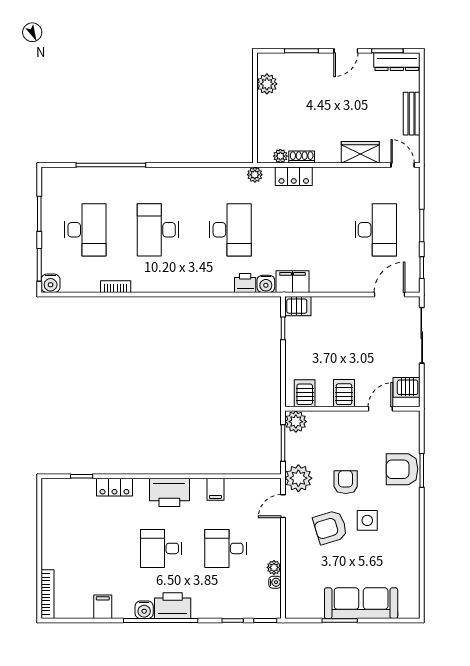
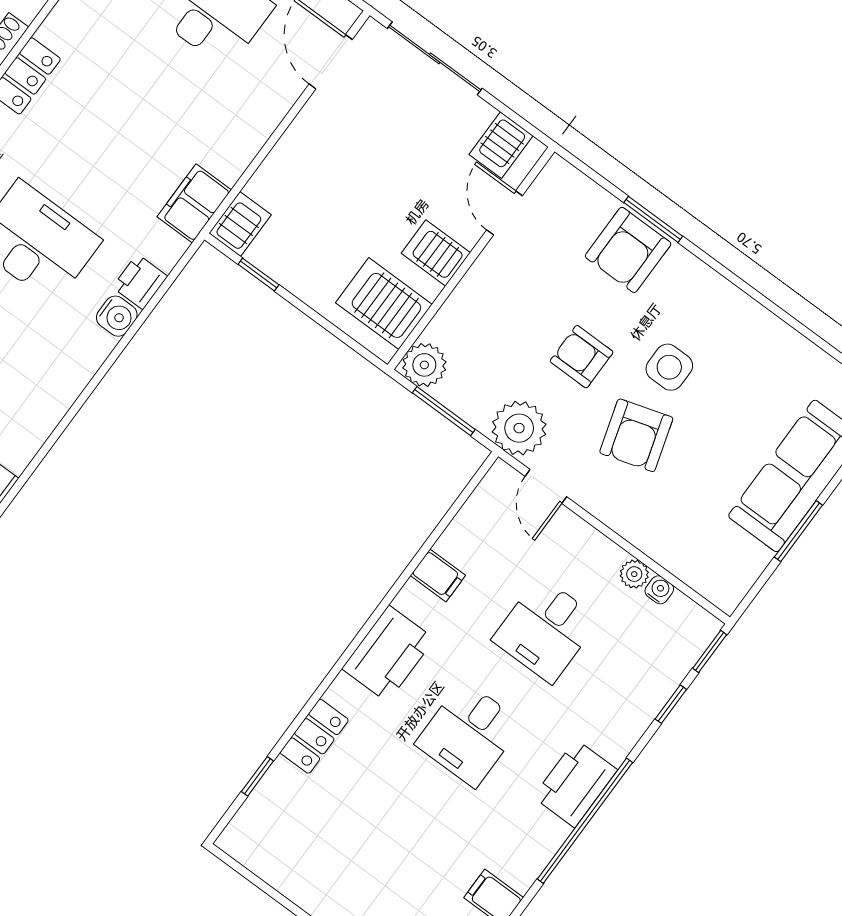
water cooler: (266, 284) -> (117, 316), moved
server rack: (305, 393) -> (384, 304), width x1.36, depth x1.44
water cooler: (144, 610) -> (548, 834), removed

